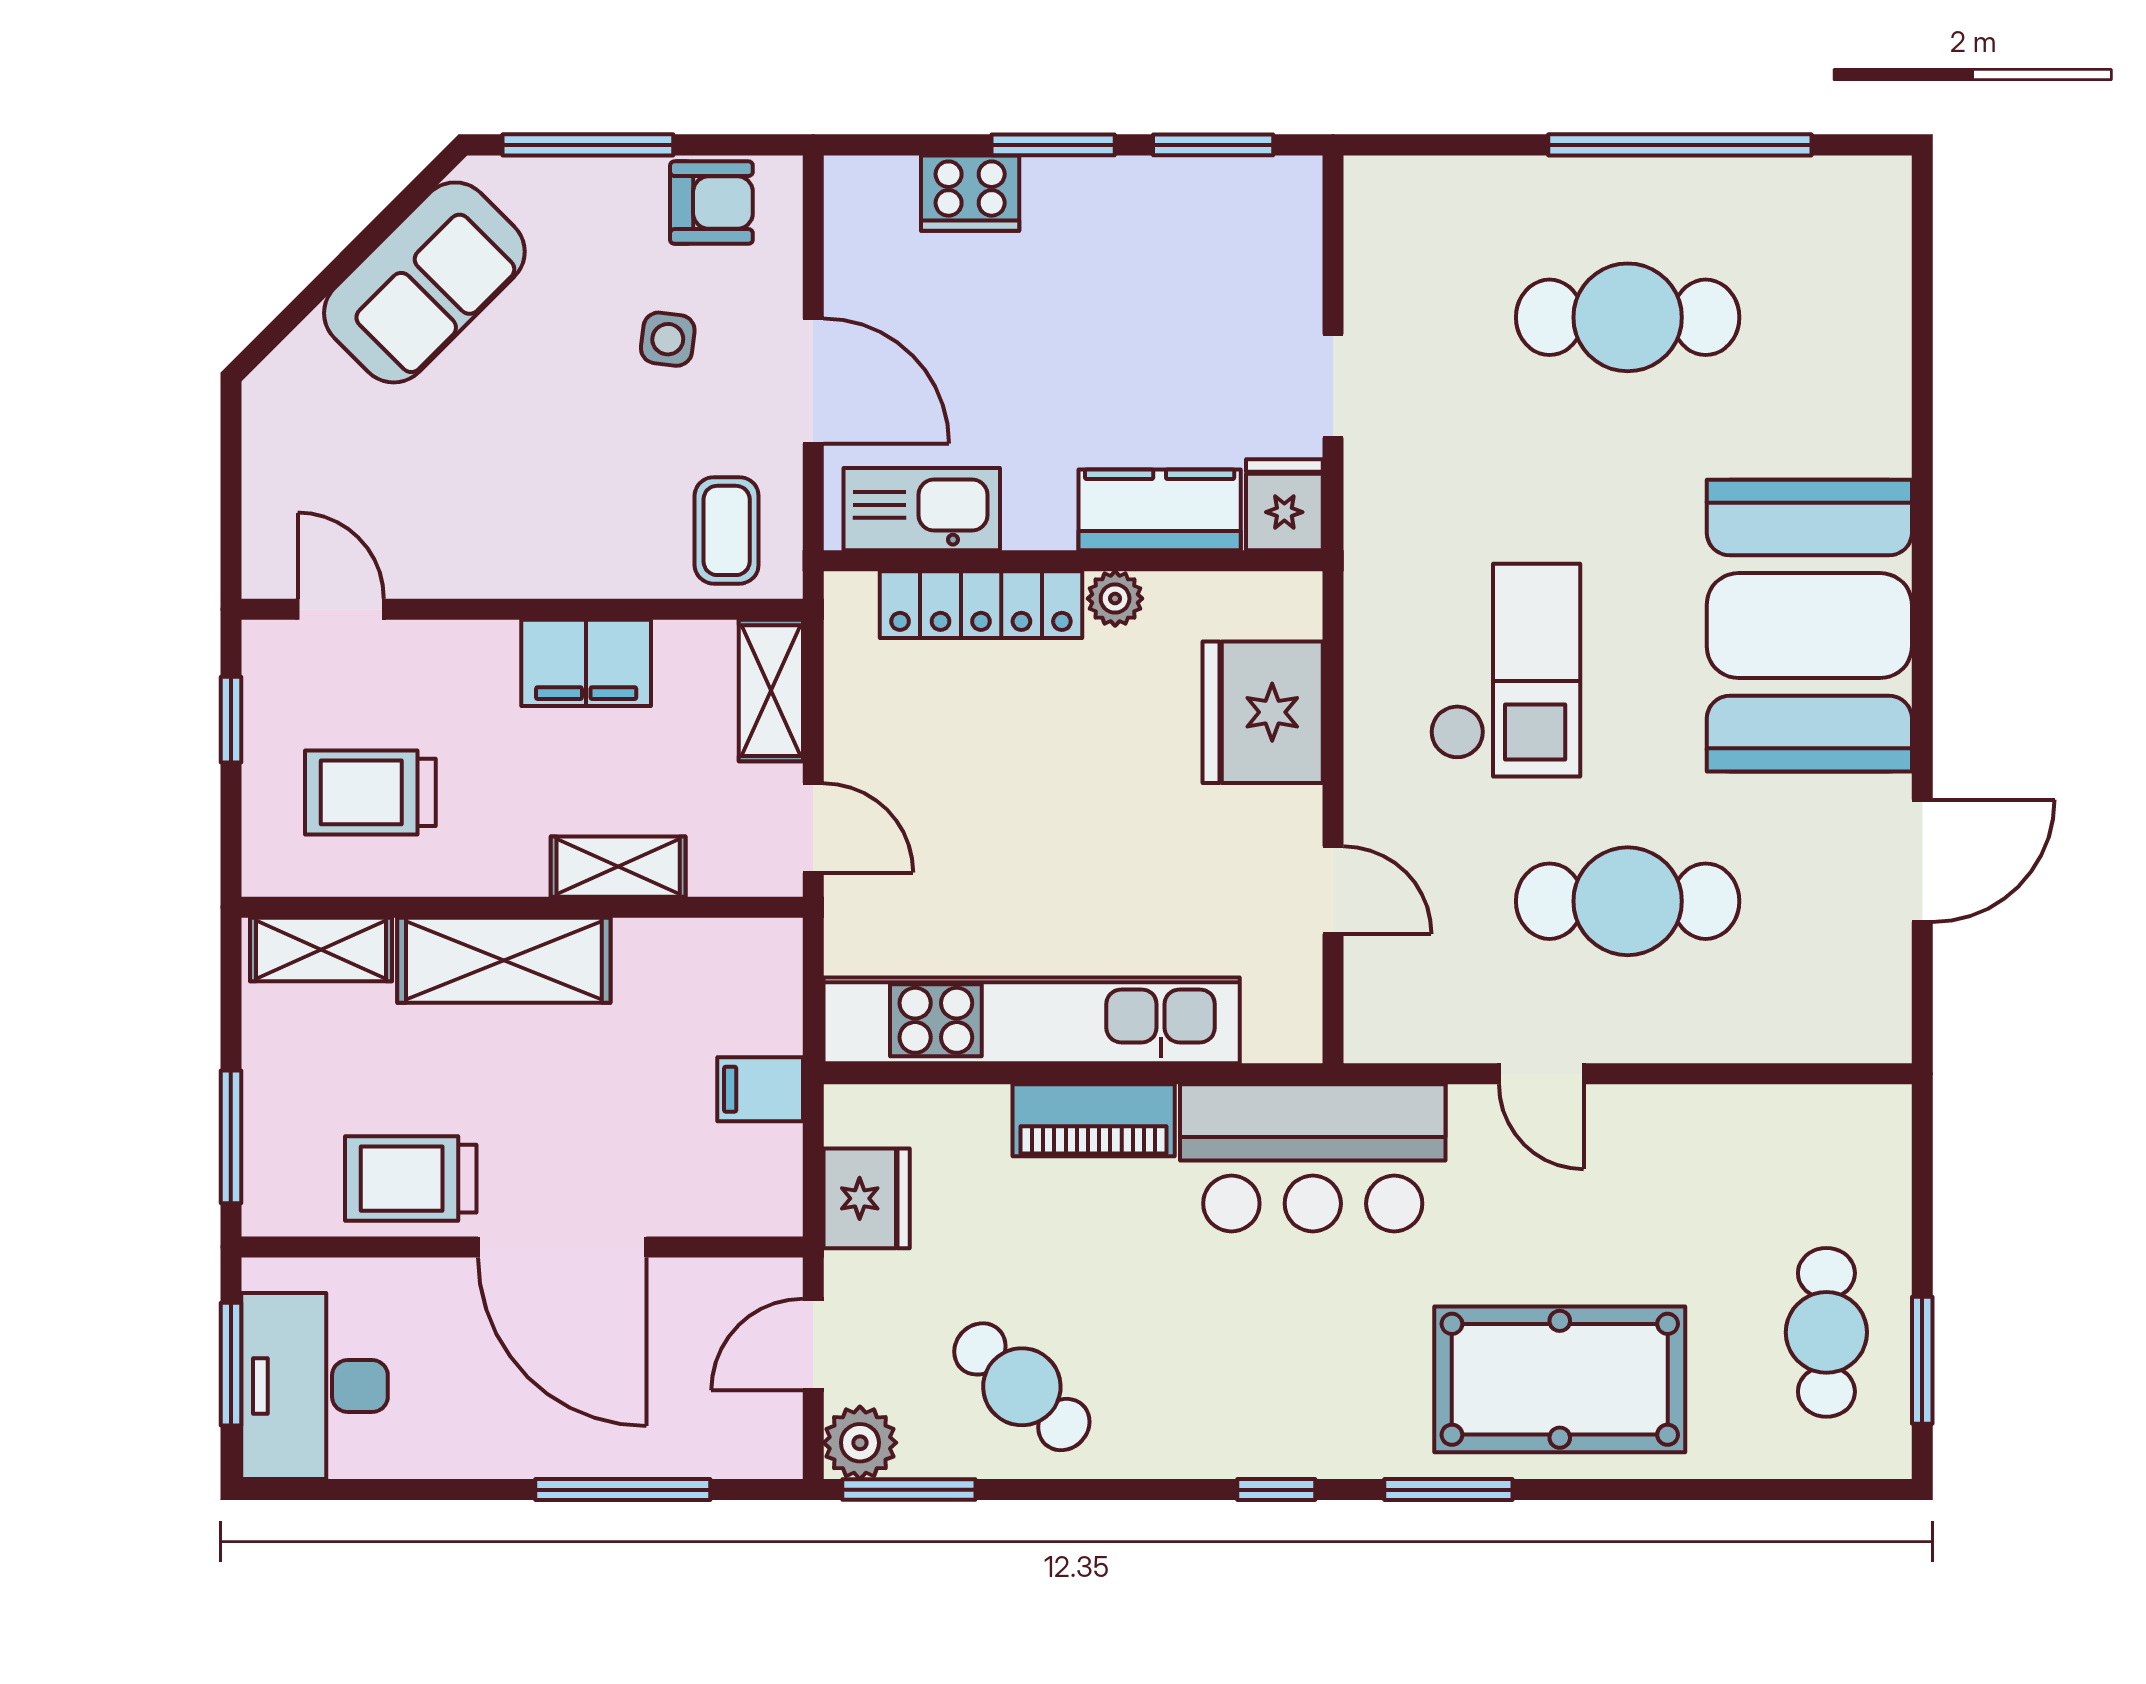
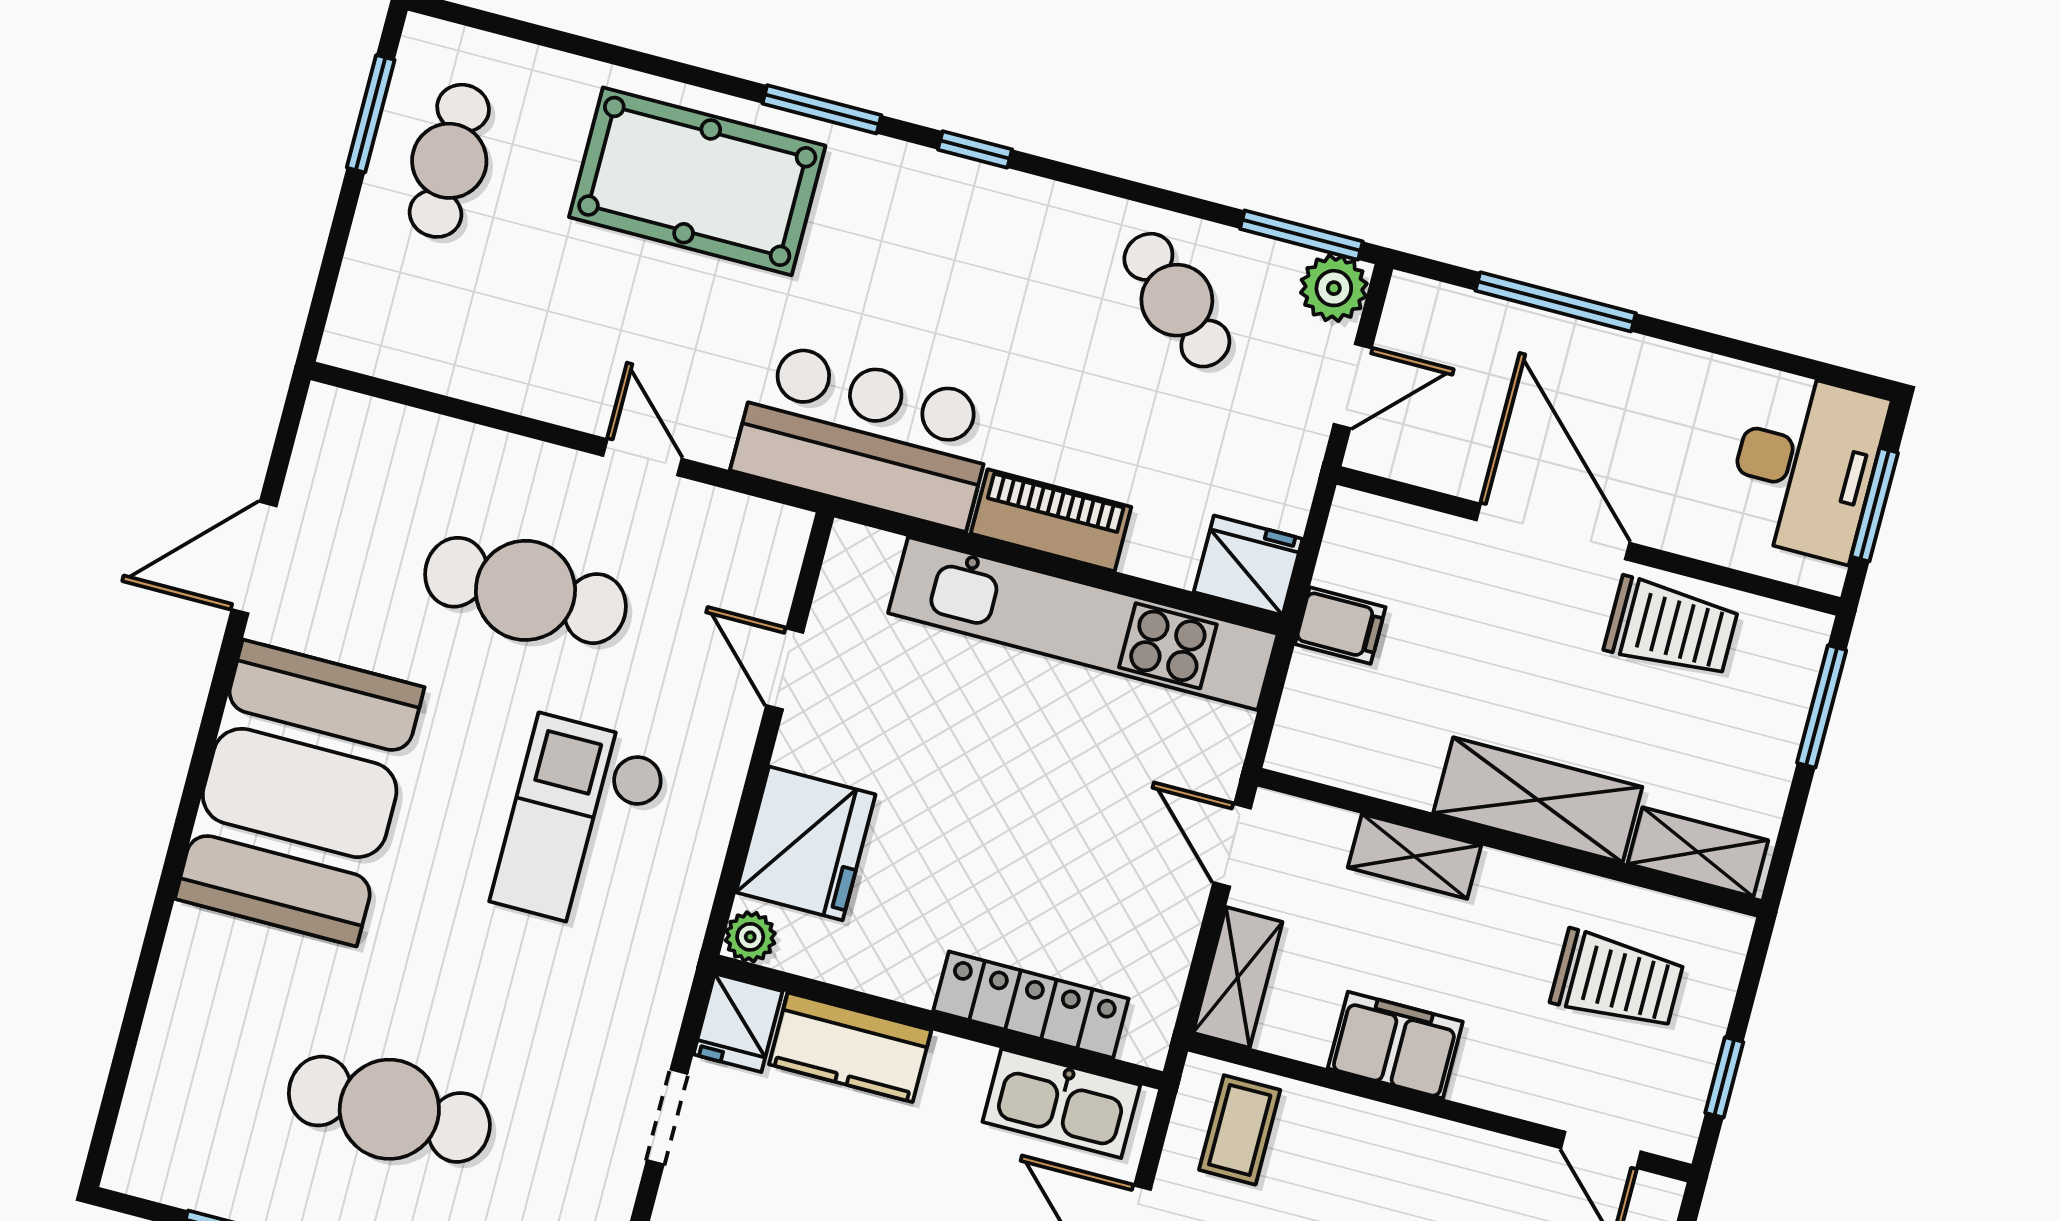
plant: (1115, 599) -> (750, 937), moved
fridge: (867, 1198) -> (1248, 565), moved, turned 90

